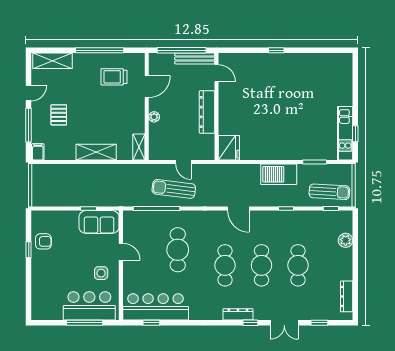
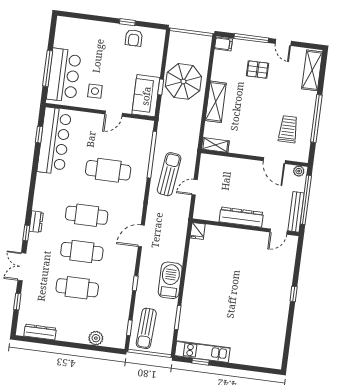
plant: (154, 117) -> (299, 171), moved
fridge: (229, 148) -> (198, 231), width x0.53, depth x0.75
parasol: (80, 187) -> (183, 81), added
dresser: (238, 314) -> (36, 222), width x0.70

